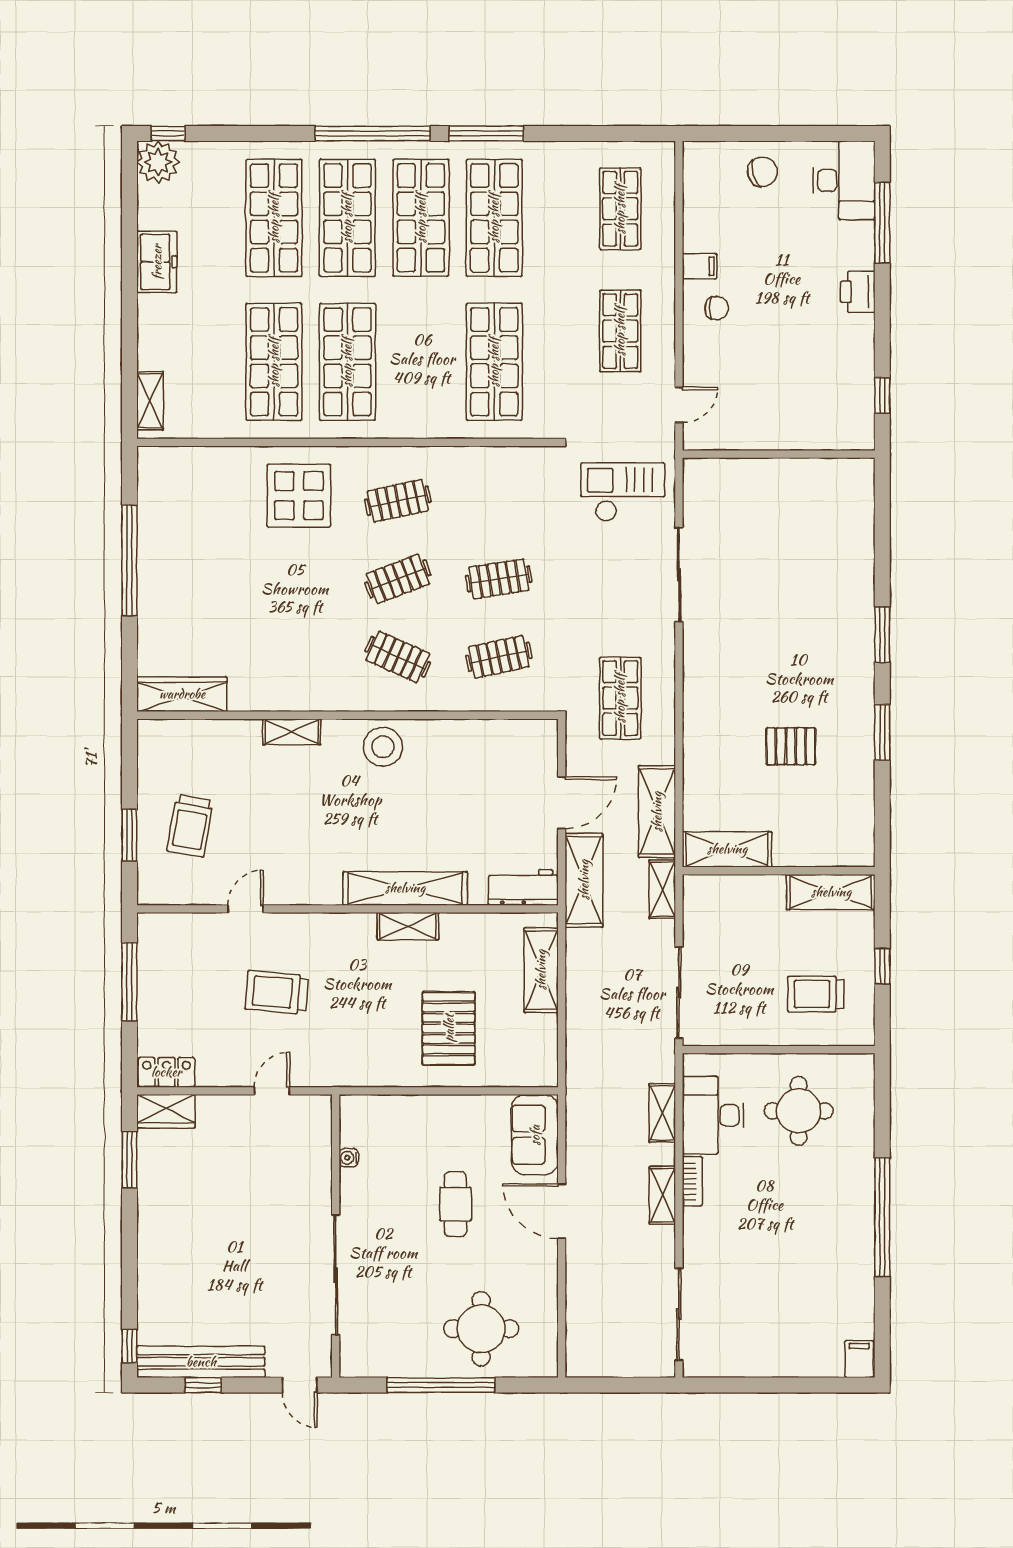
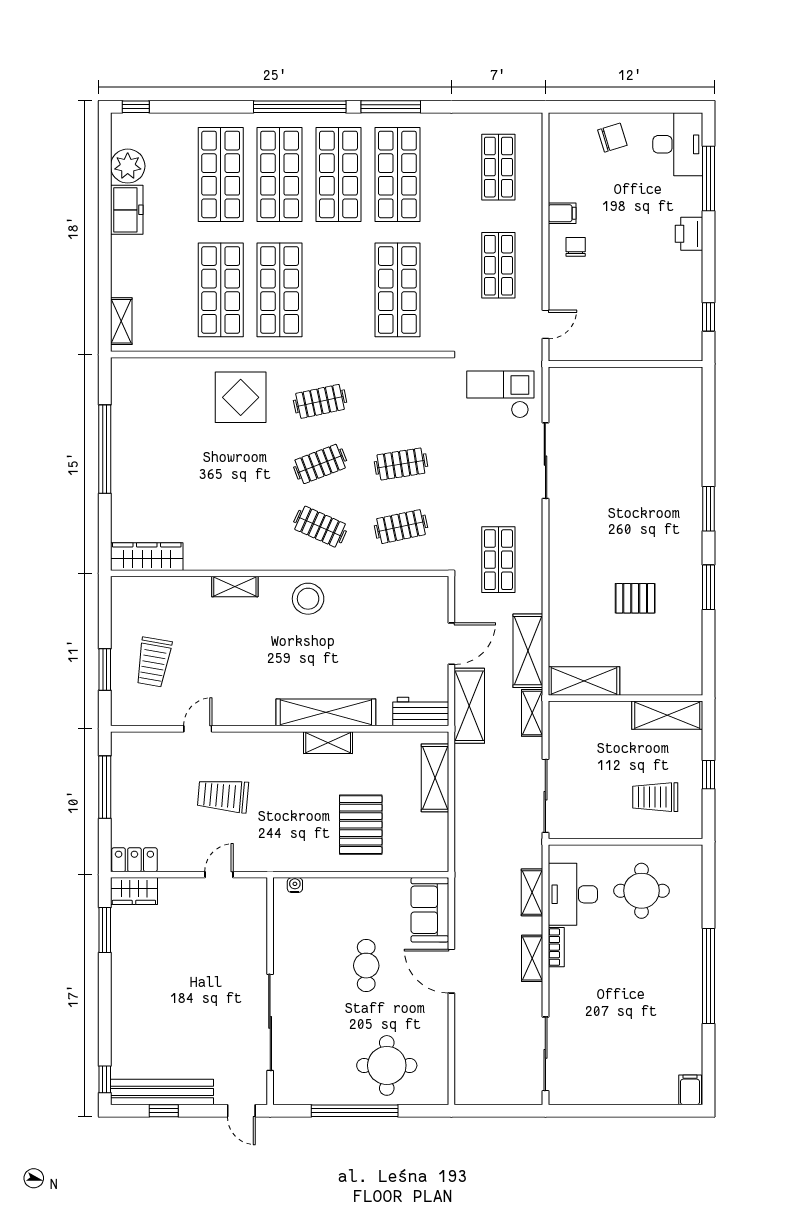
plant: (158, 162) -> (128, 166), moved
chair: (717, 308) -> (576, 247), turned -90
water cooler: (349, 1158) -> (295, 885), moved, turned 90

